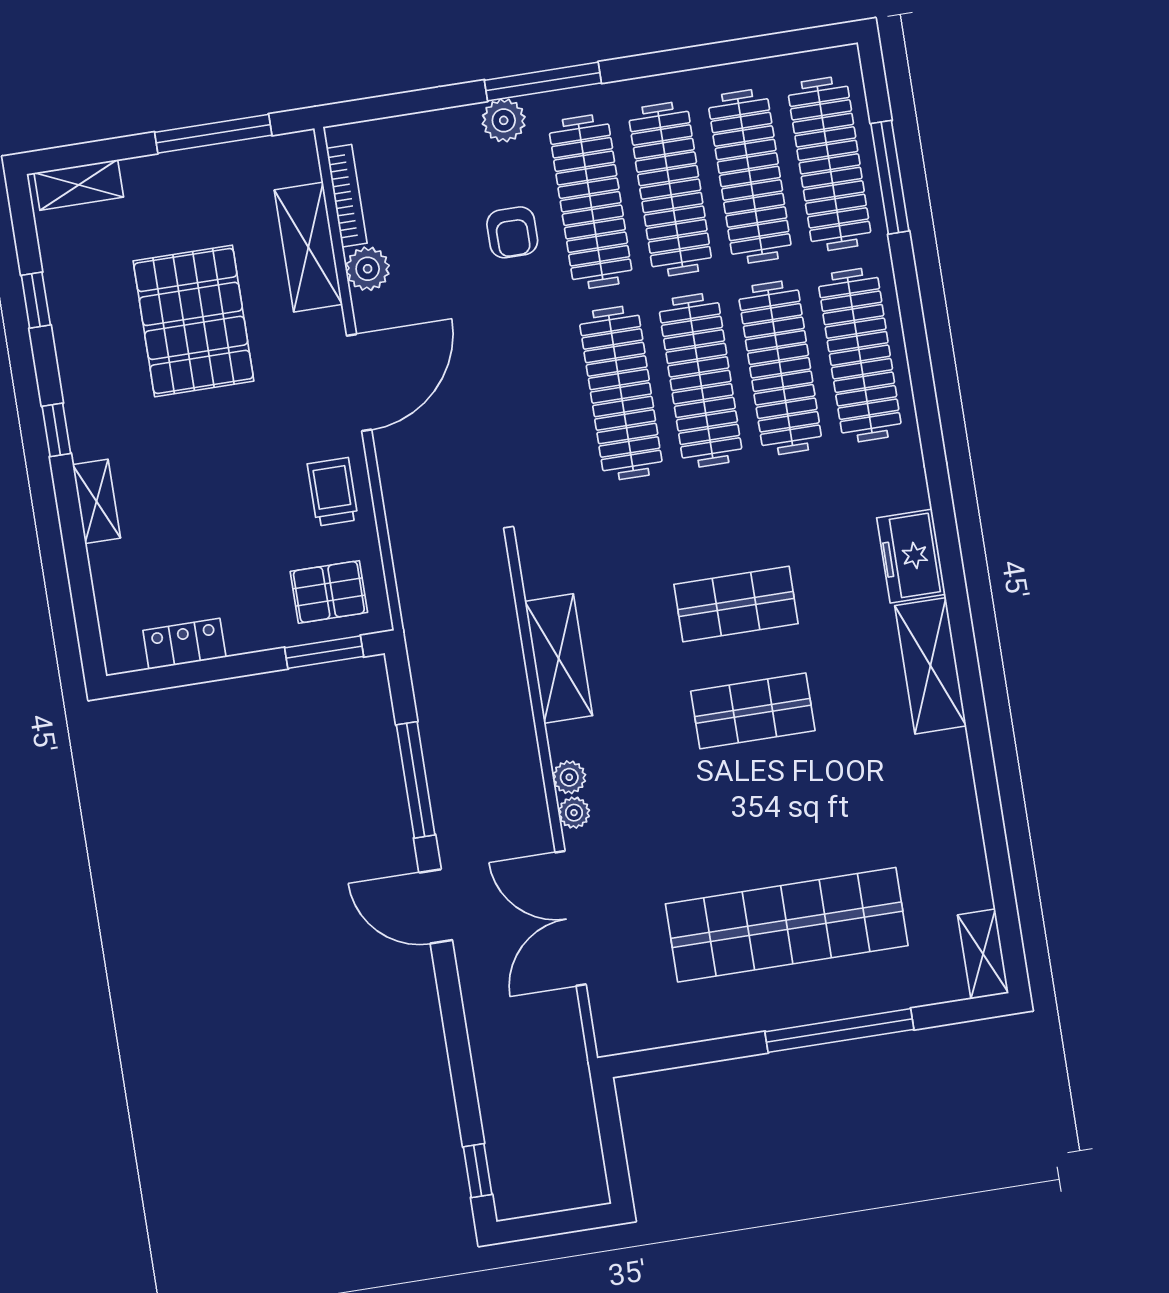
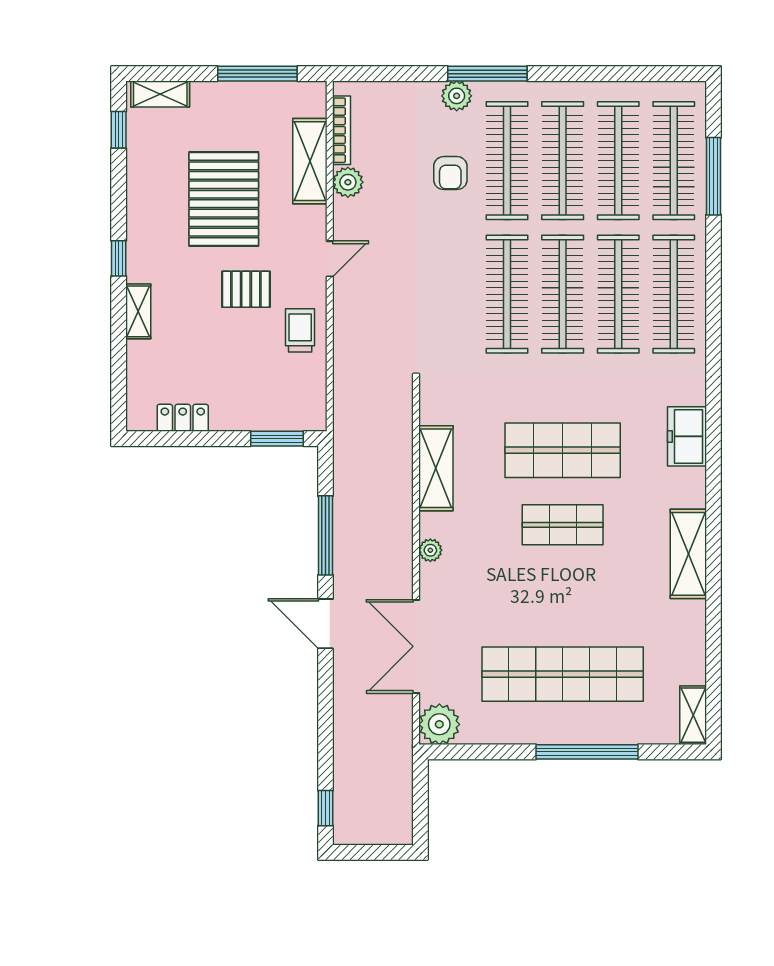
window: (36, 300) -> (119, 130), moved
door: (359, 383) -> (330, 259), width x0.53
pallet: (329, 592) -> (246, 289), moved
shop shelf: (736, 604) -> (563, 450), width x1.43, depth x1.36
shelving: (930, 666) -> (688, 554), moved
plant: (574, 813) -> (439, 724), moved, width x1.88, depth x1.88

